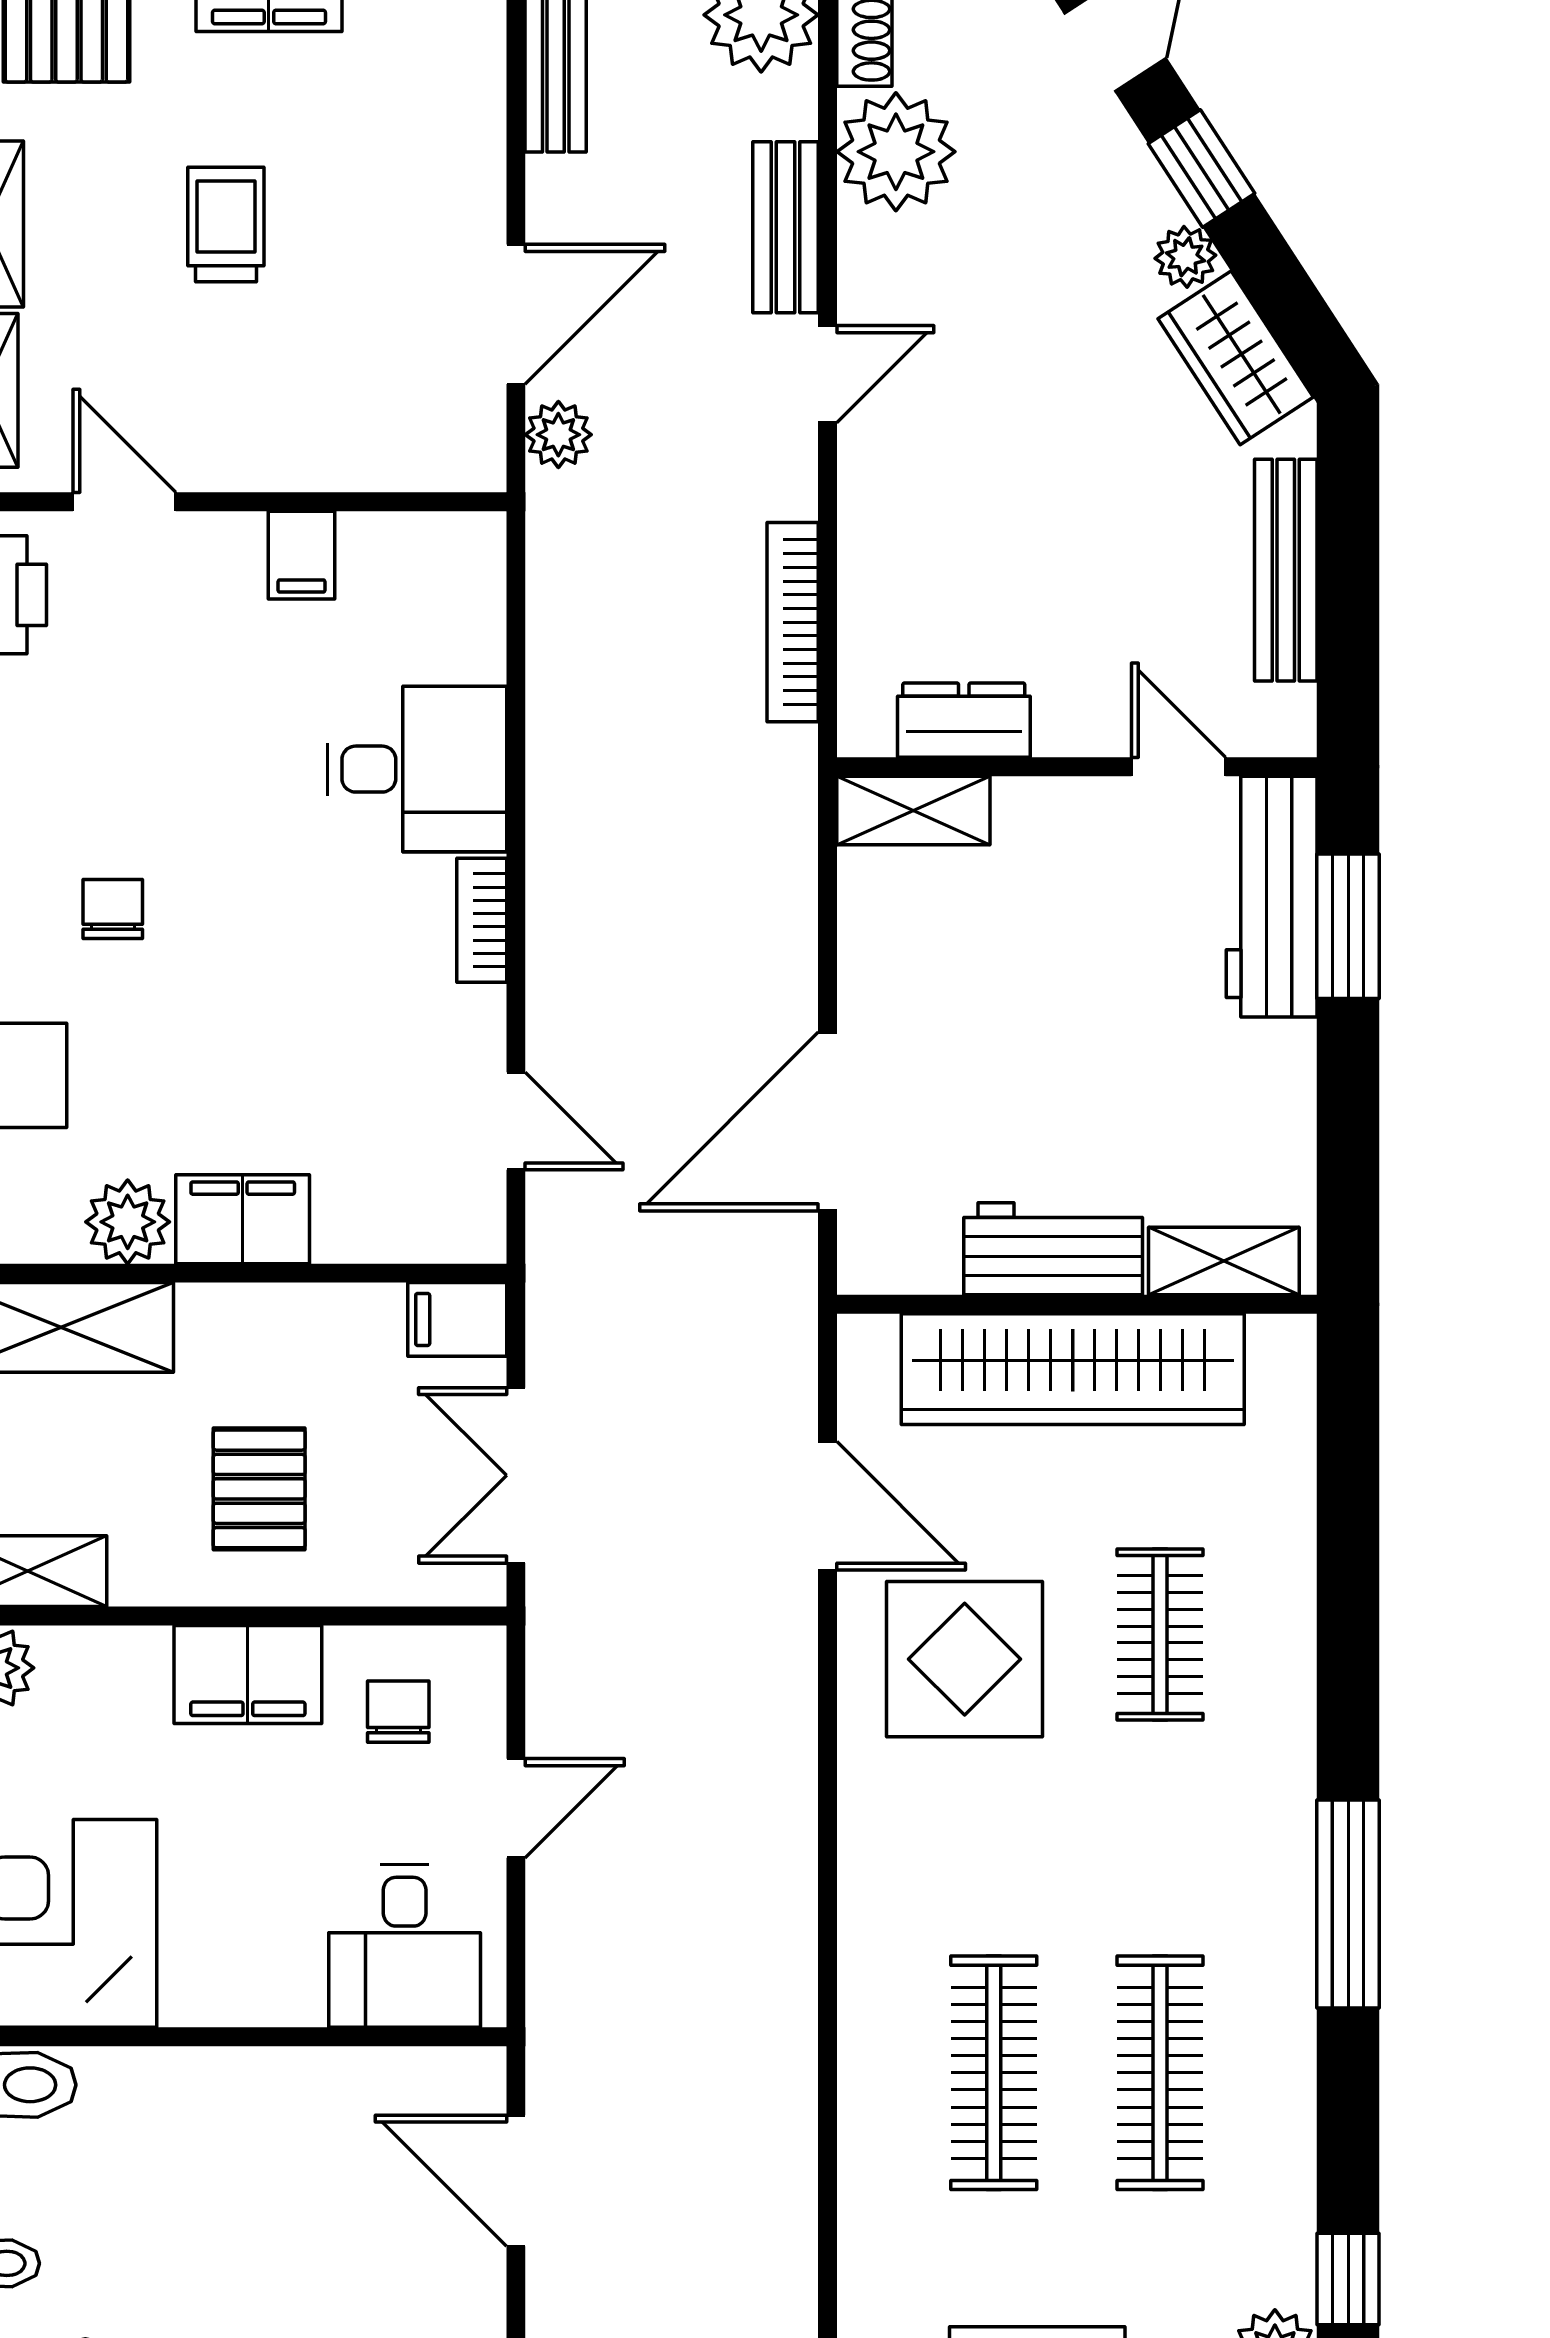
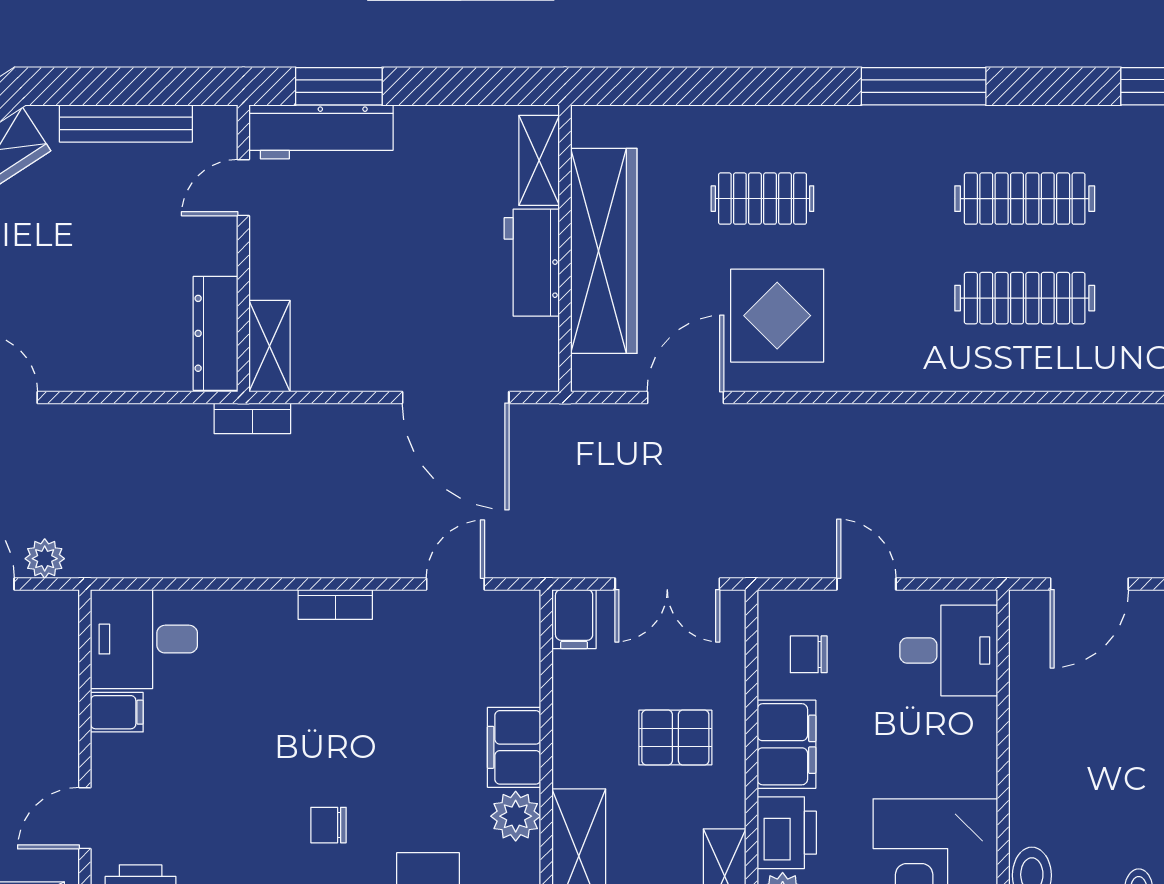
bookcase: (793, 622) -> (252, 418), moved, width x0.64
dresser: (964, 720) -> (215, 333), width x1.44
desk: (417, 769) -> (144, 639), moved, turned -90
printer: (100, 1675) -> (787, 833), added

